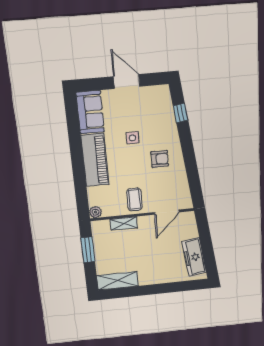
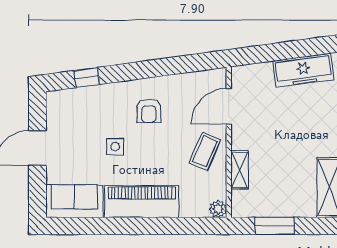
armchair: (160, 159) -> (149, 111), turned 180
coffee table: (134, 200) -> (205, 151), turned -67
door: (167, 212) -> (229, 106), swing flipped

